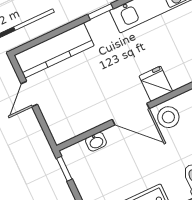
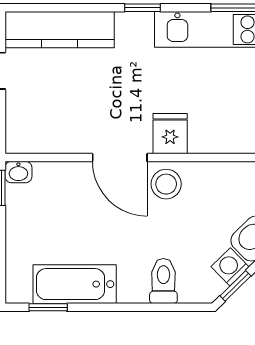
washbasin: (96, 142) -> (18, 172), moved

